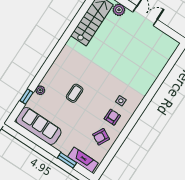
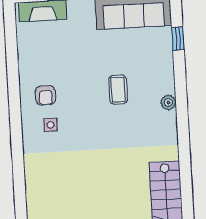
plant: (40, 90) -> (168, 102), moved
armchair: (101, 137) -> (41, 59), removed

